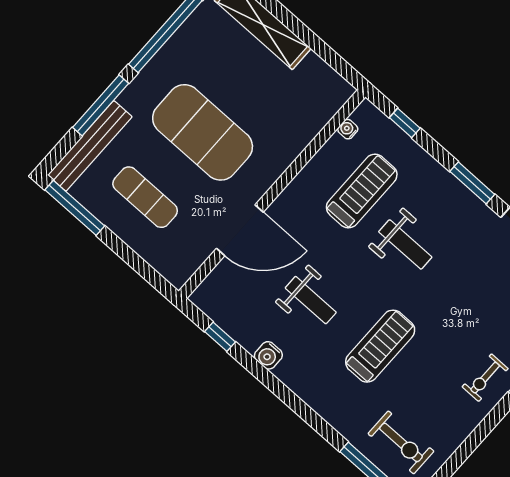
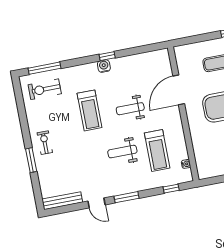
weight bench: (311, 300) -> (130, 109), moved
window: (220, 337) -> (107, 56), moved
water cooler: (268, 355) -> (104, 66), moved

